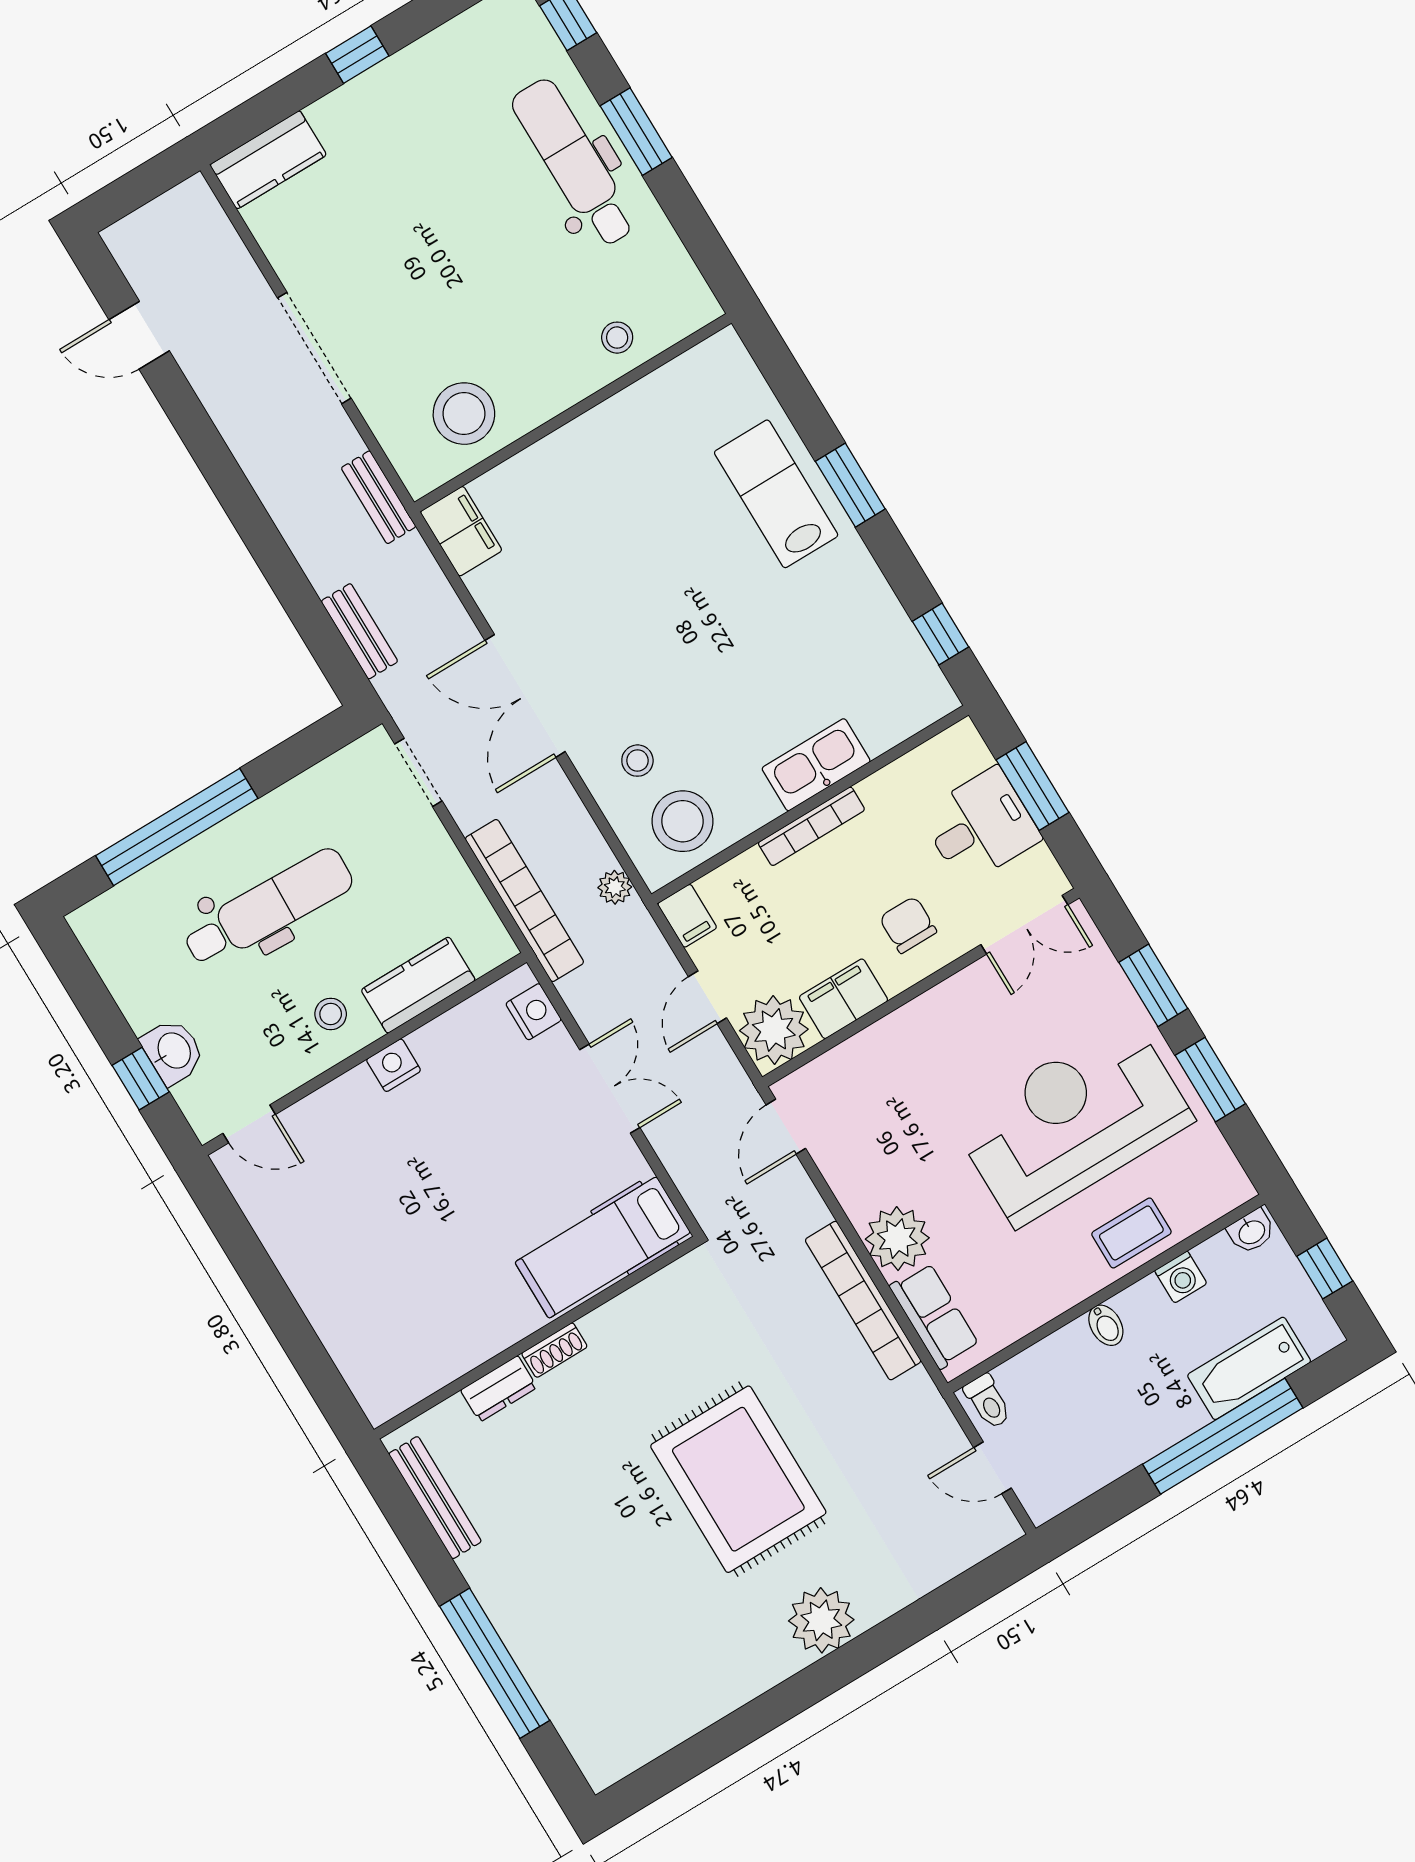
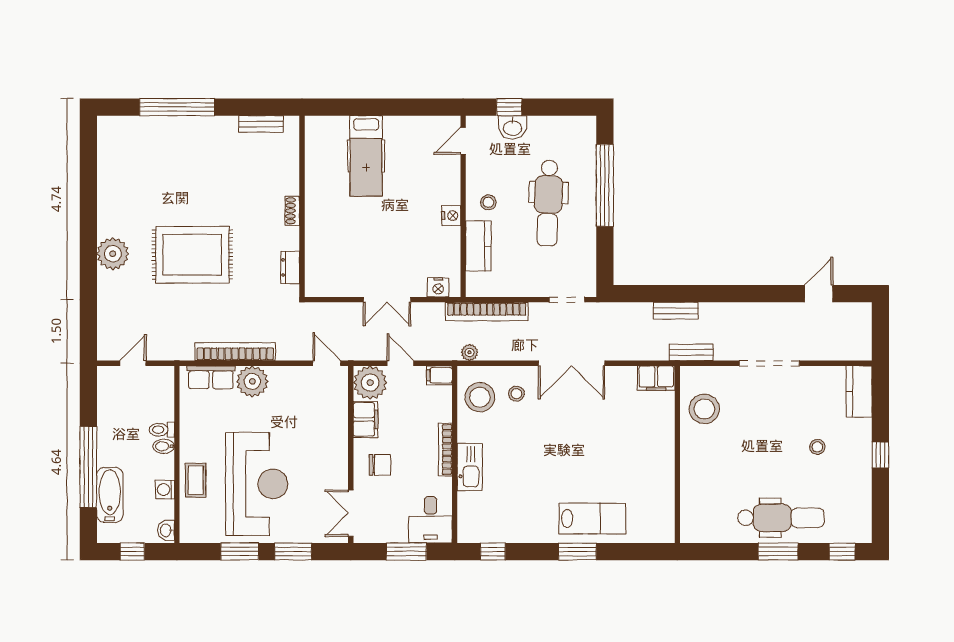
stool: (617, 338) -> (817, 447), moved
bench: (359, 631) -> (676, 311), moved
double door: (525, 696) -> (572, 363), swing flipped
desk: (980, 826) -> (431, 520), moved
hospital bed: (603, 1247) -> (366, 156), moved, turned 180
dresser: (499, 1389) -> (290, 267), moved
toilet: (988, 1401) -> (162, 430), moved
bench: (435, 1498) -> (261, 124), width x0.73

